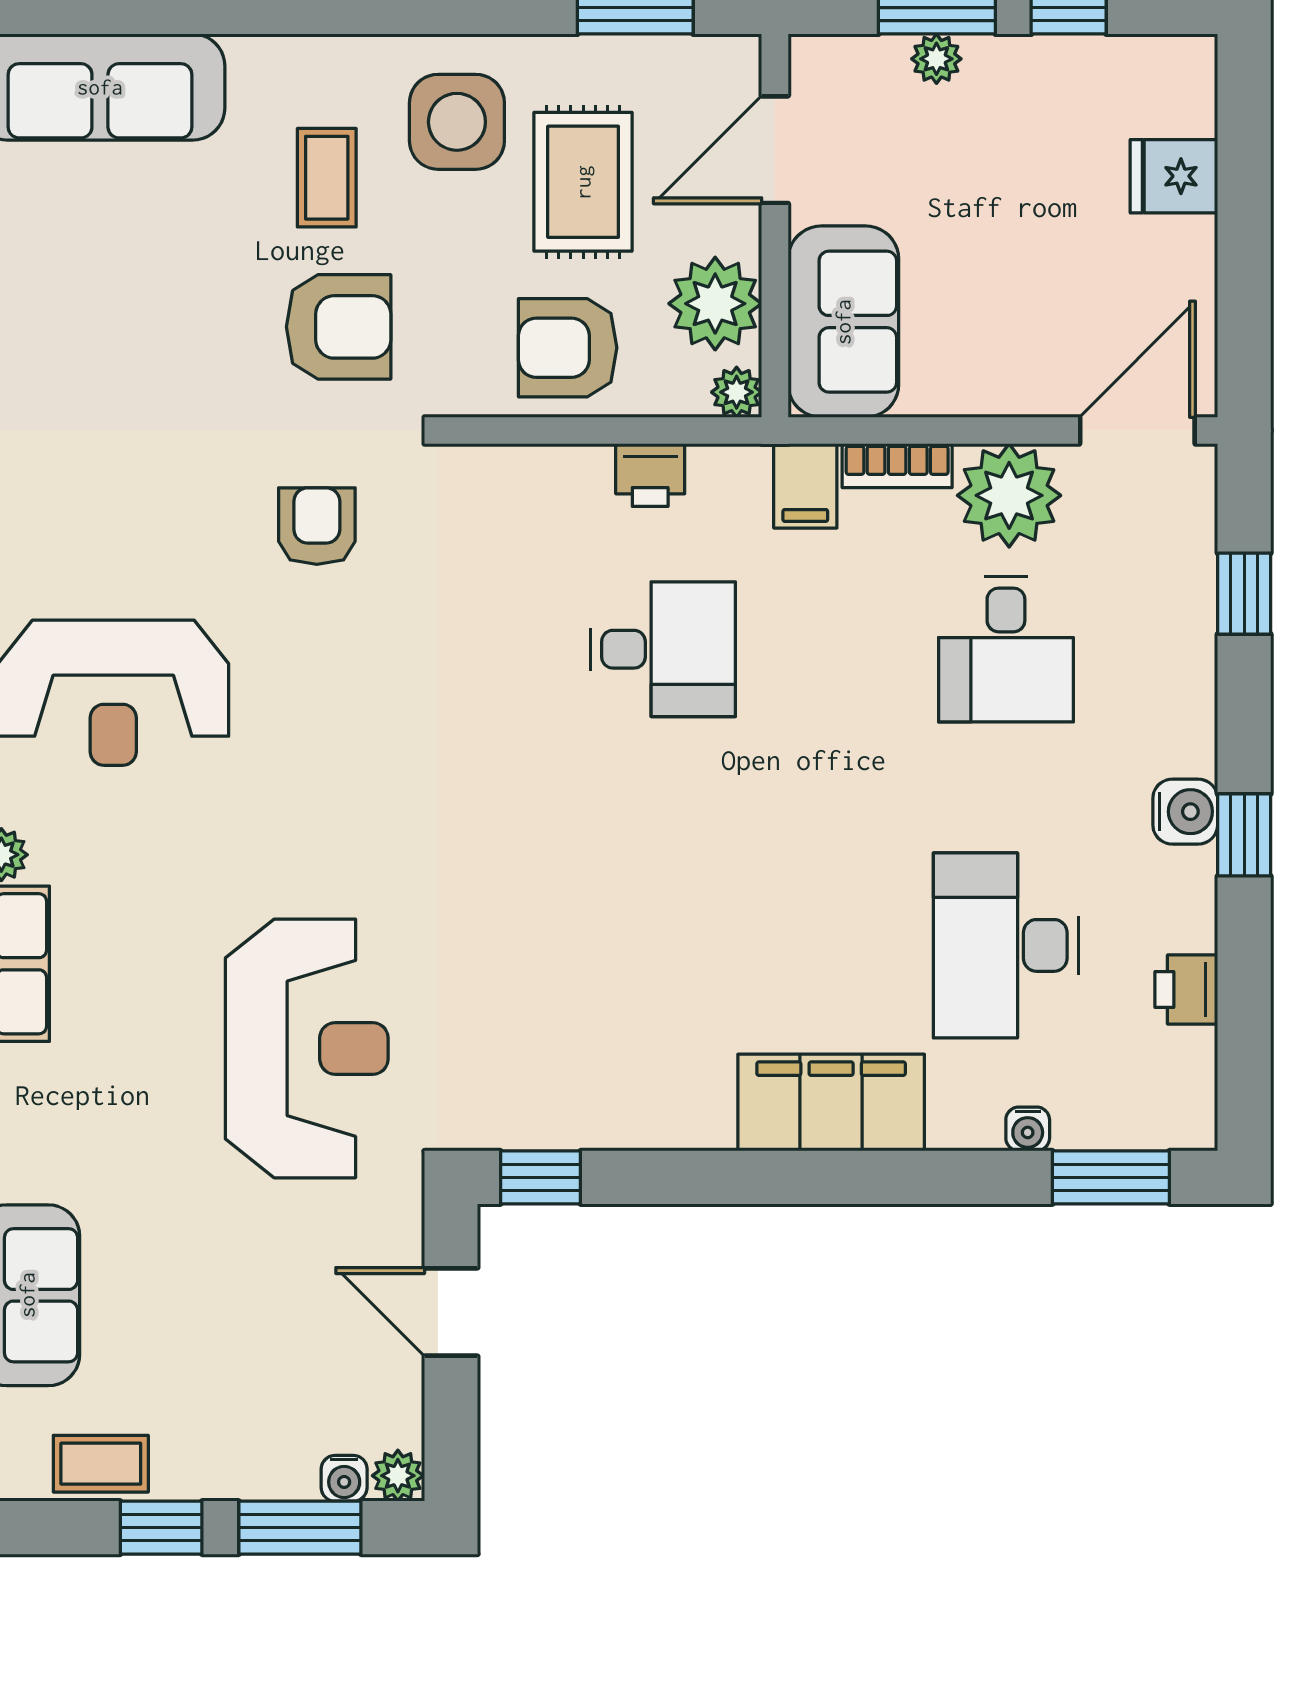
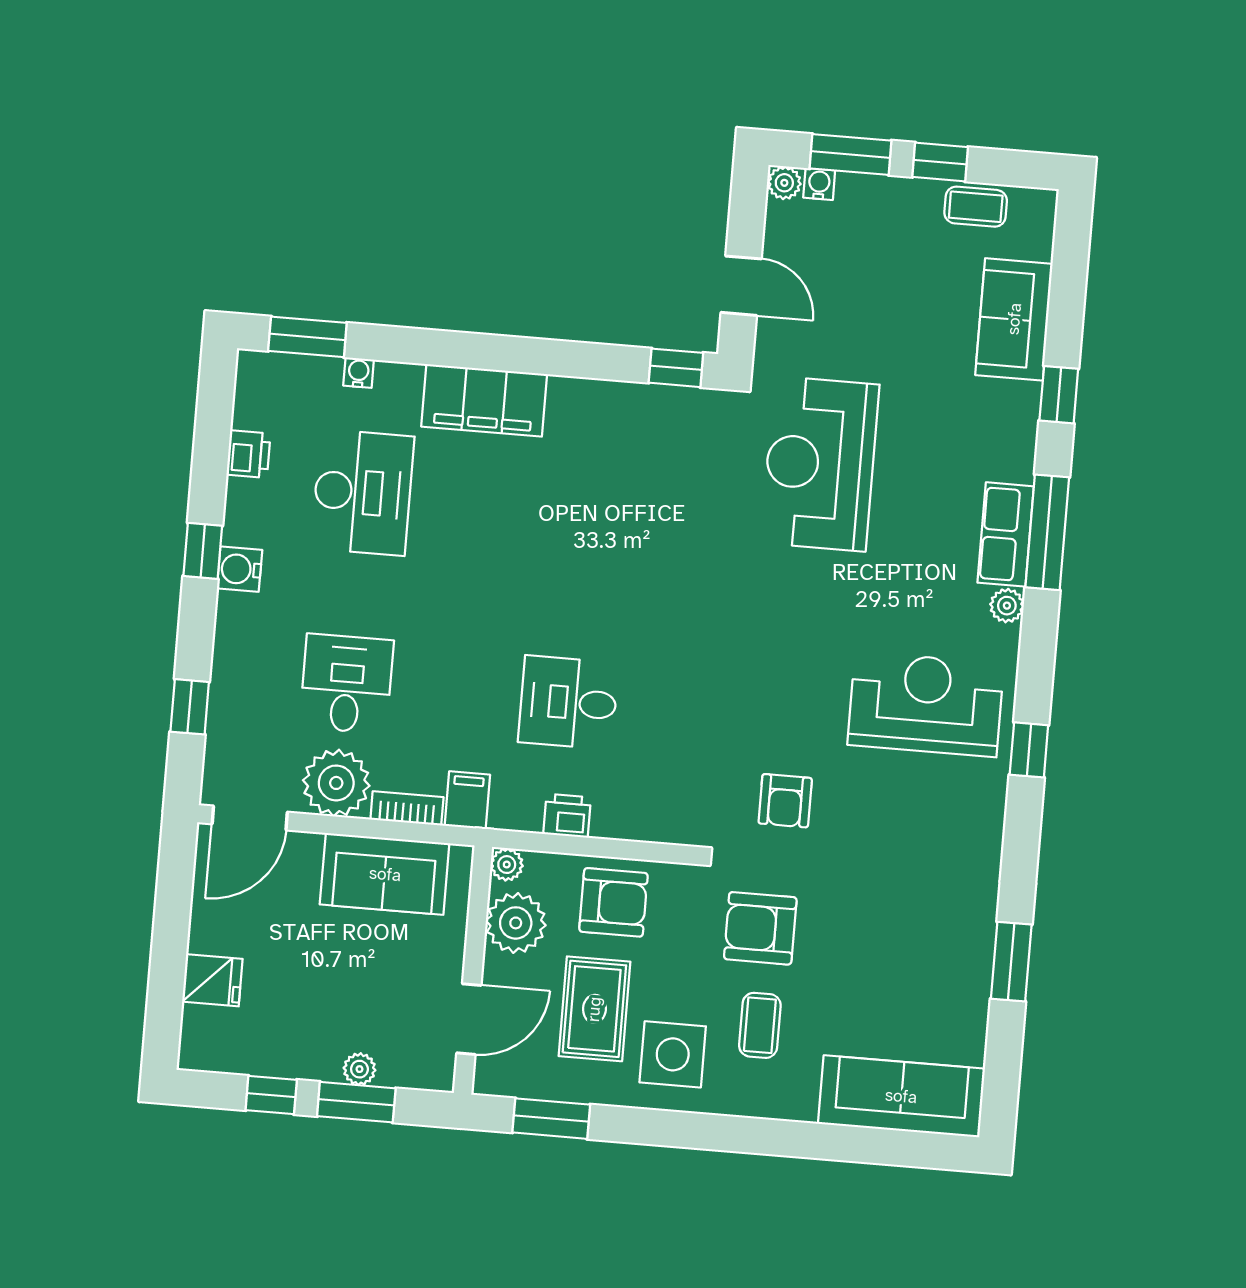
sofa: (843, 322) -> (385, 874), moved, turned -90

